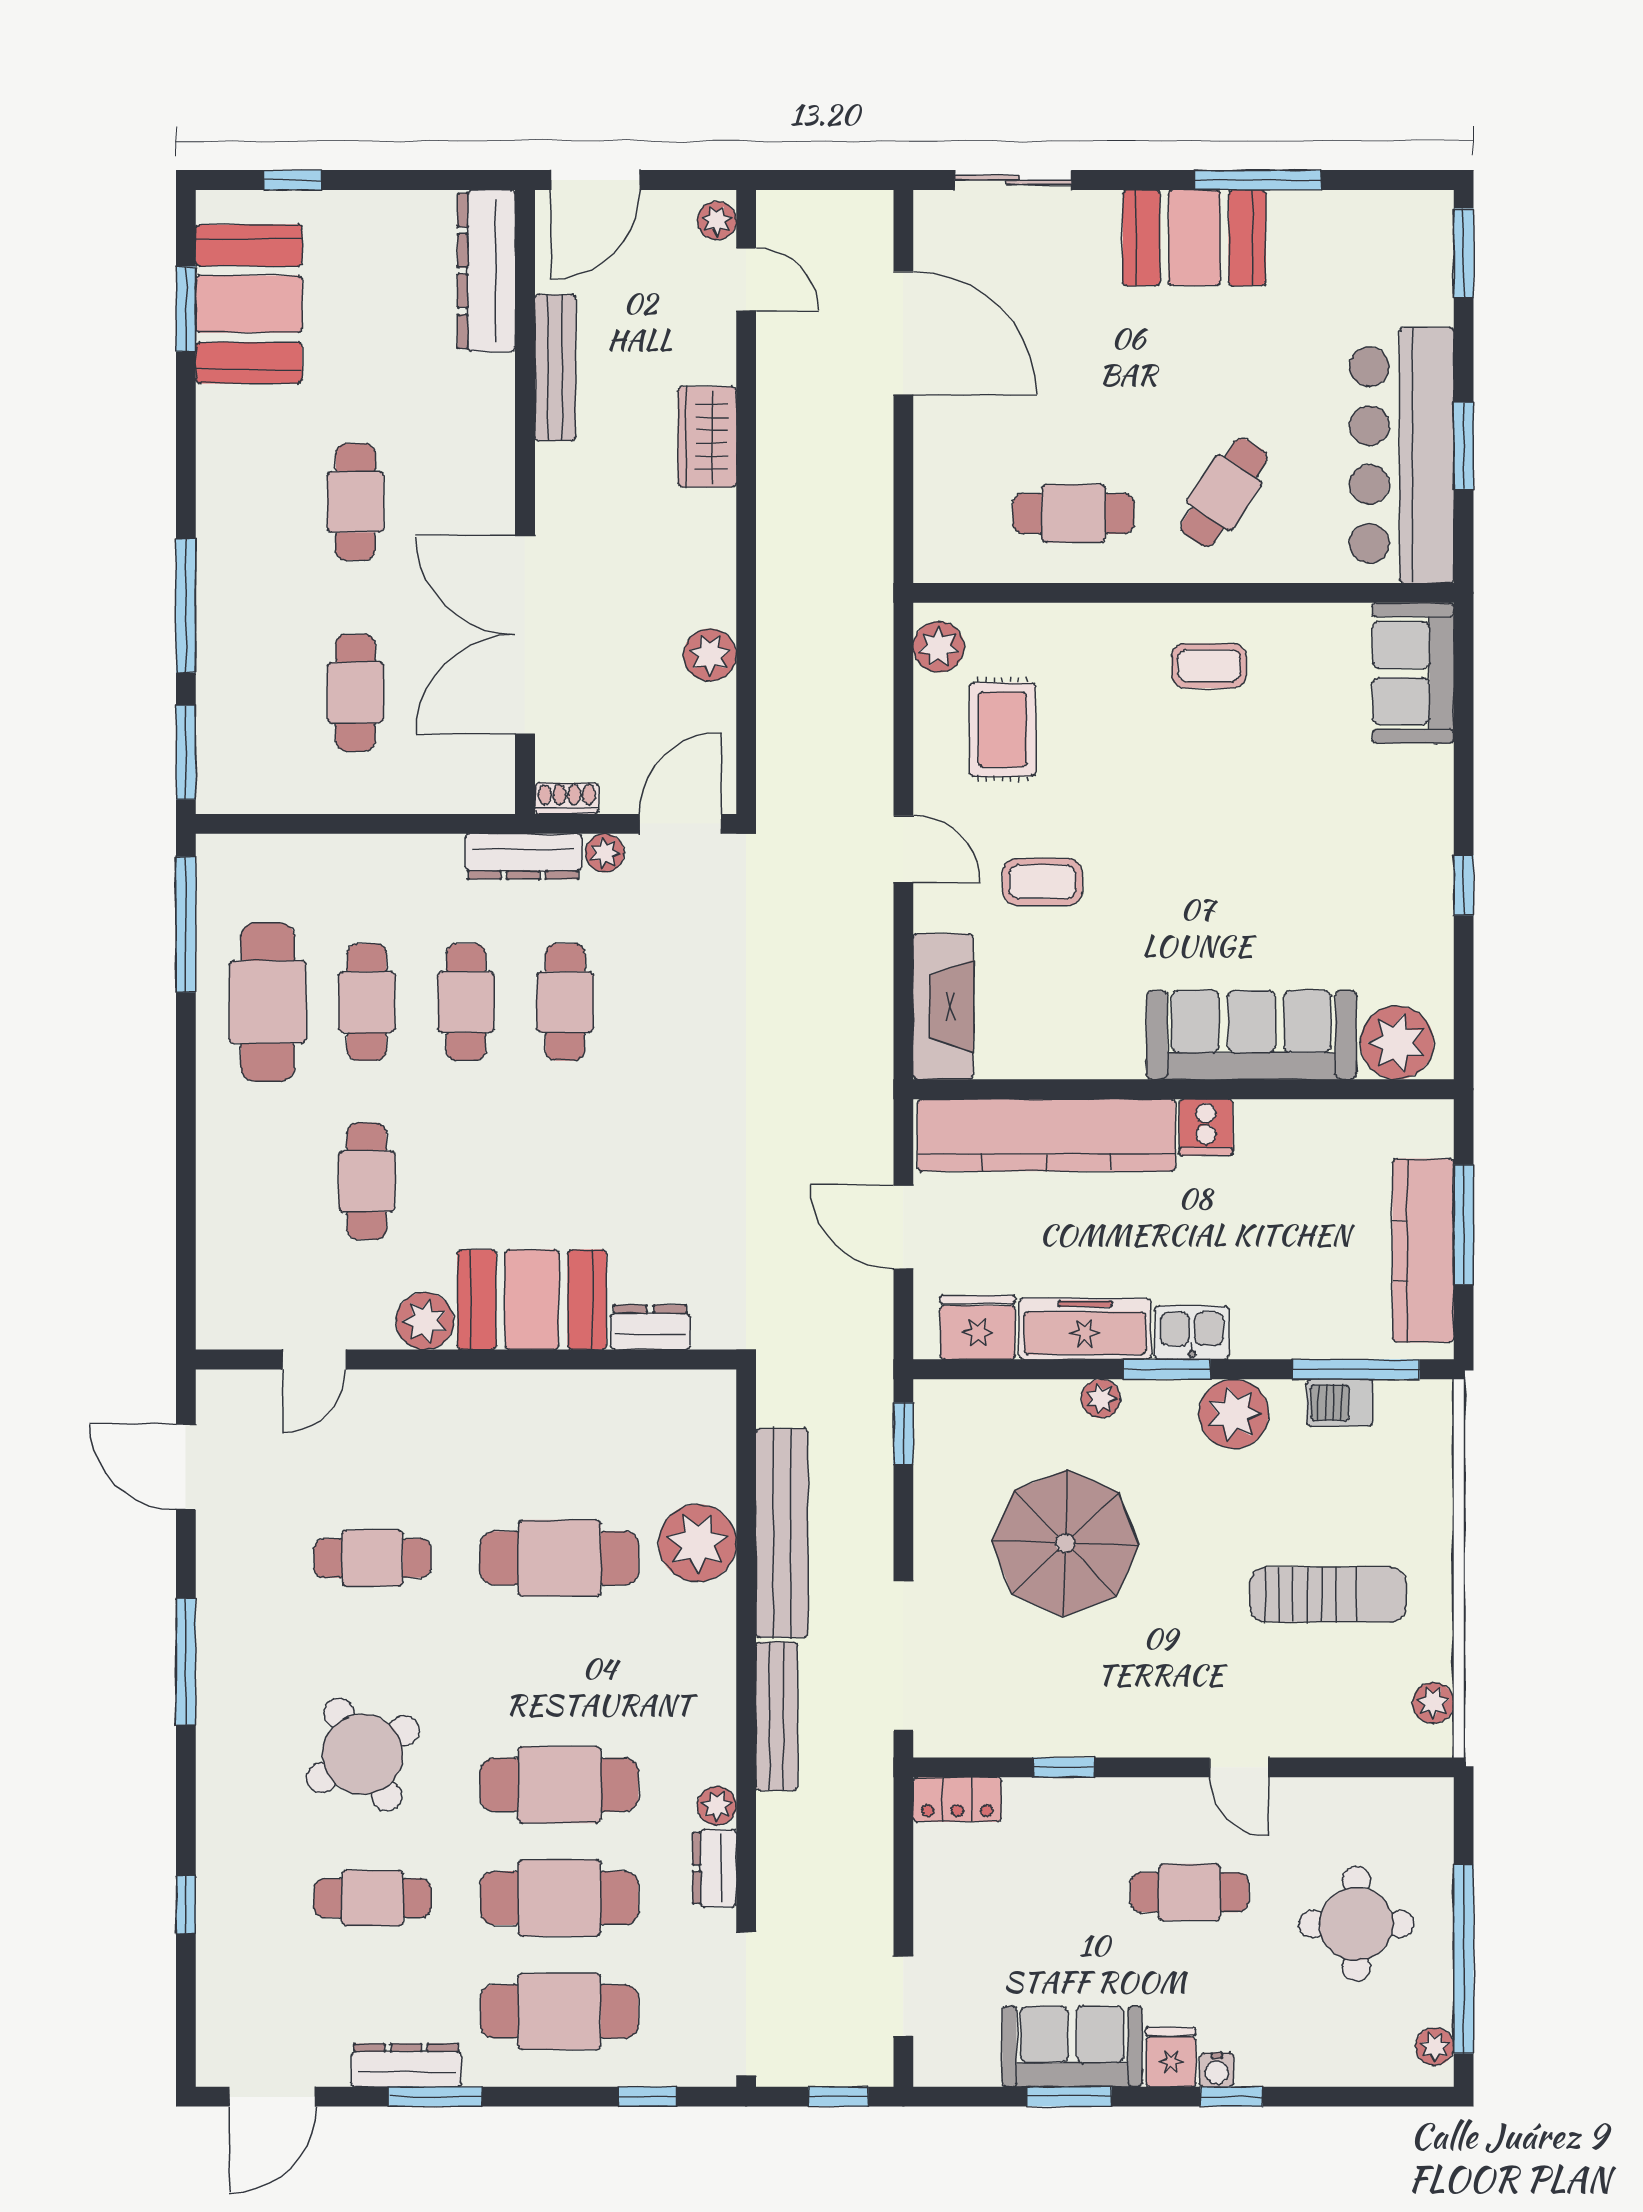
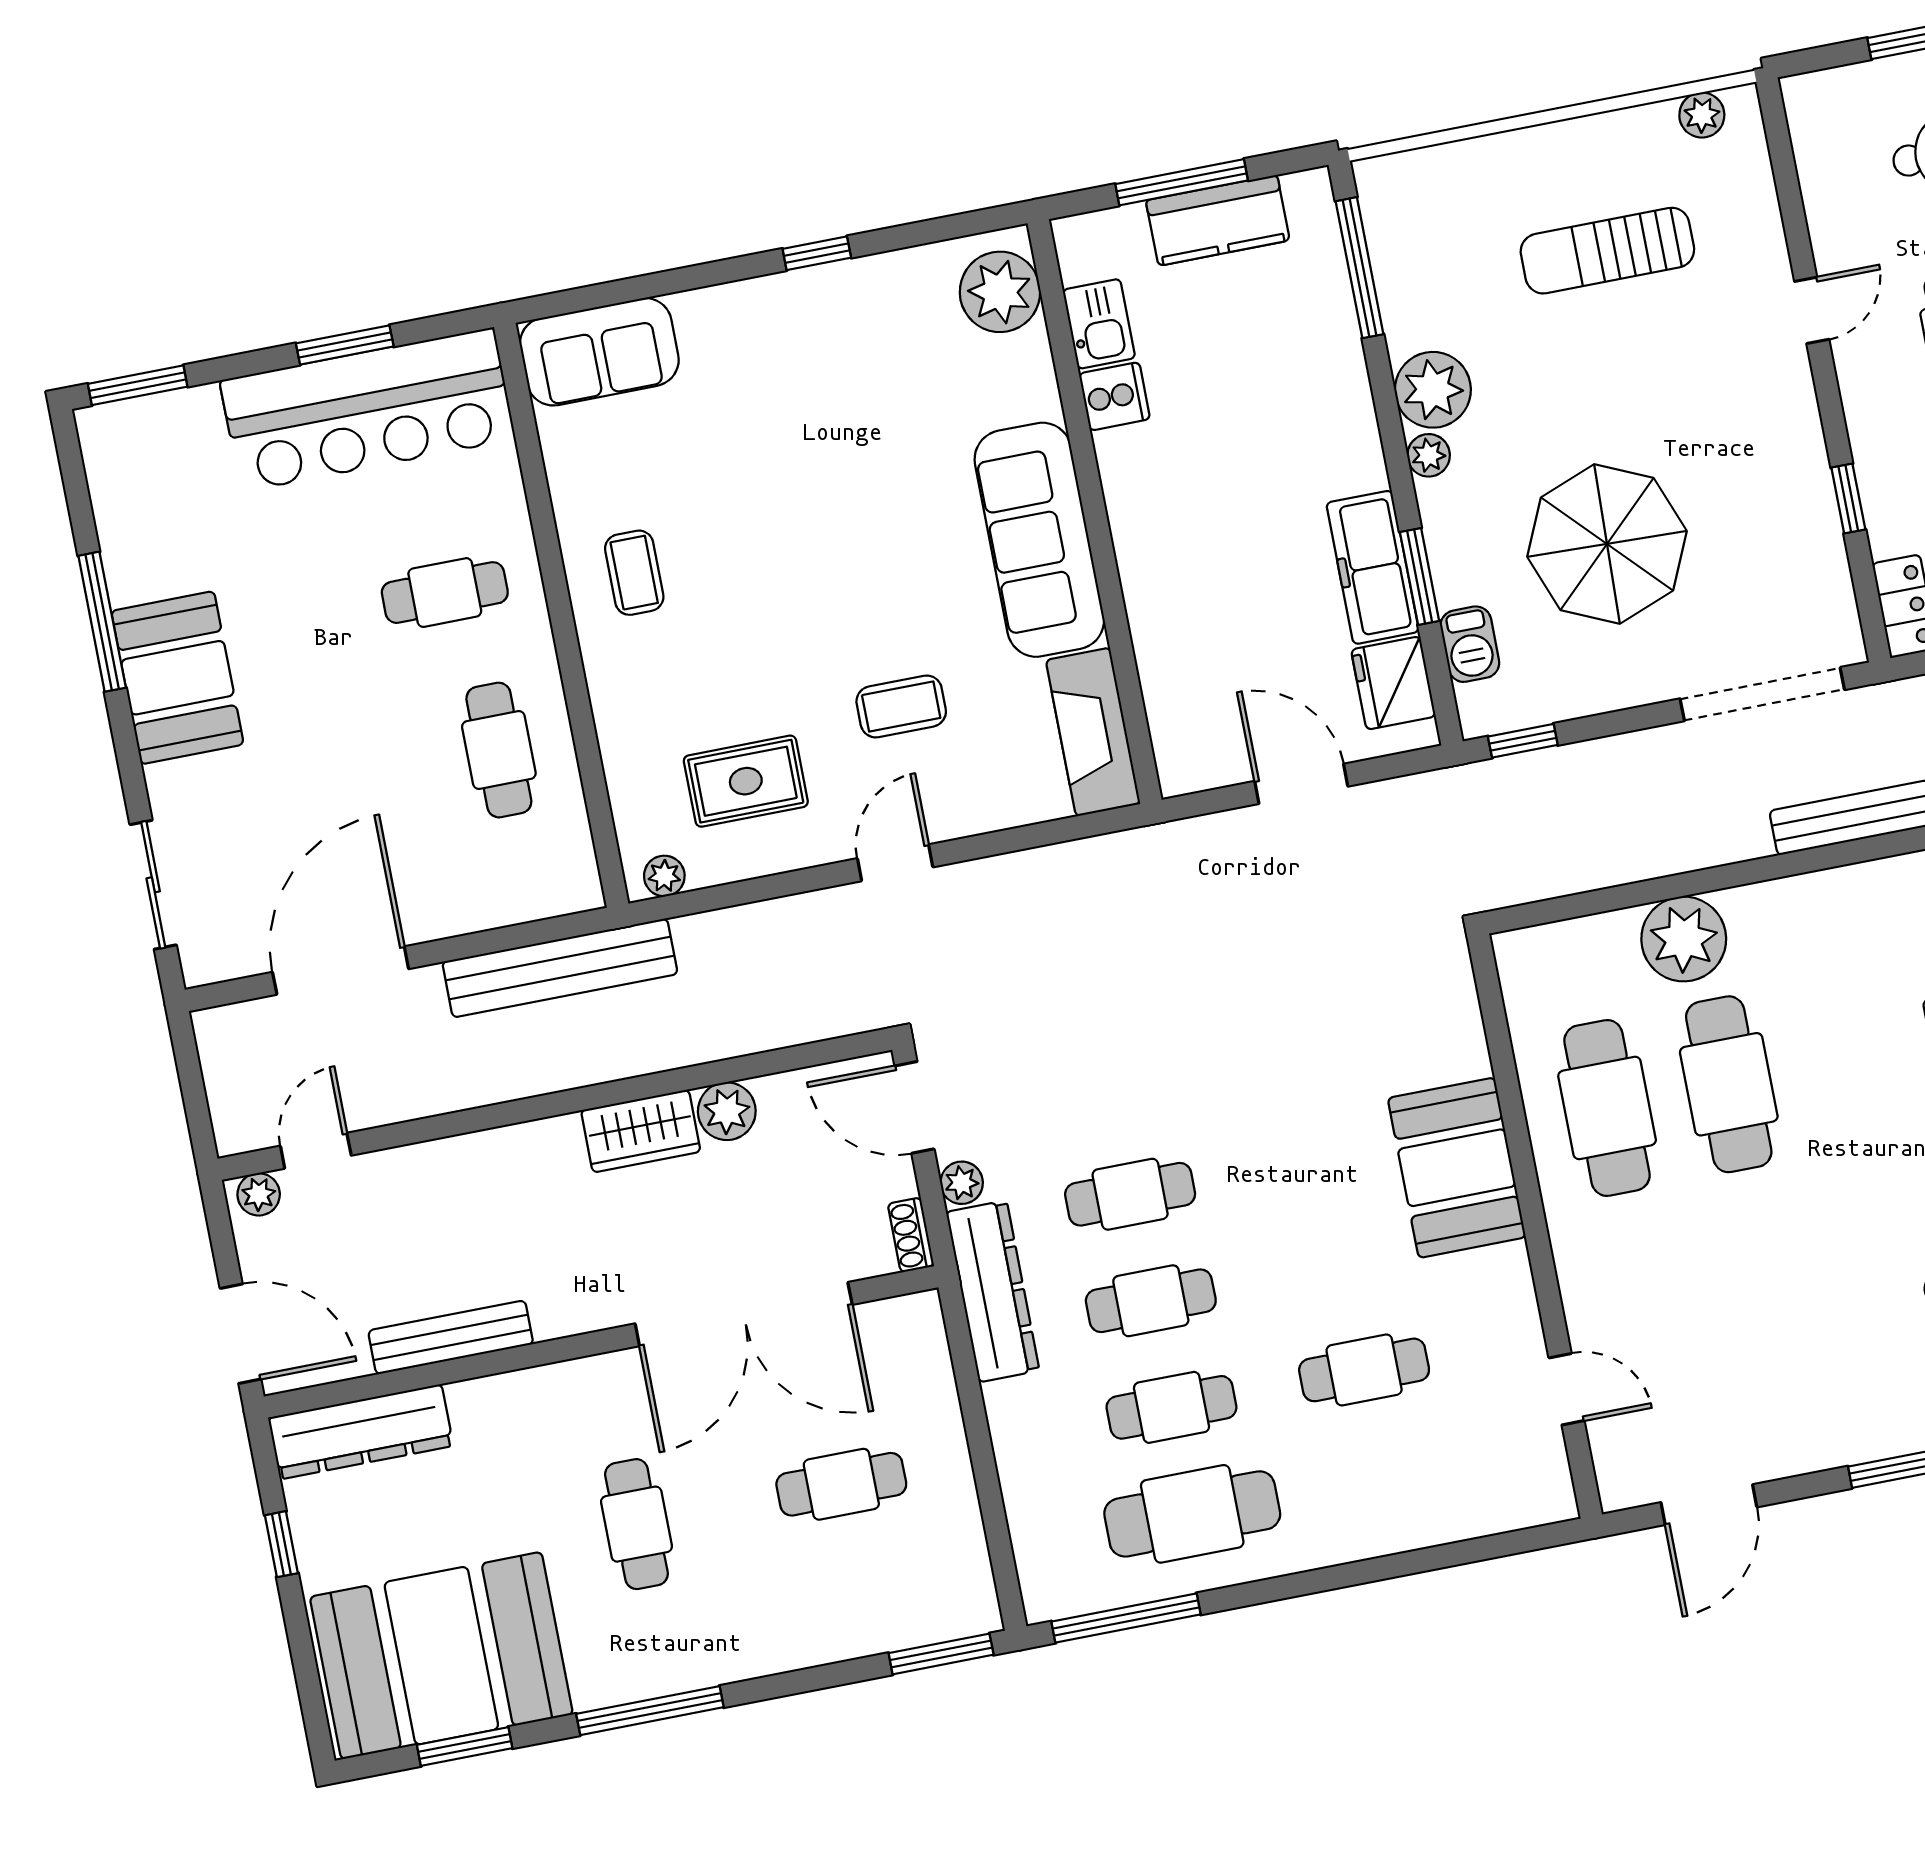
window: (292, 180) -> (281, 1544), moved
booth: (249, 304) -> (441, 1656), width x1.36, depth x1.42
wardrobe: (707, 437) -> (641, 1131), moved
cafe table: (1224, 492) -> (445, 593), turned -33
cafe table: (355, 502) -> (636, 1524), turned 90
window: (186, 606) -> (650, 1711), moved
plant: (939, 647) -> (664, 876), width x0.73, depth x0.73
dresser: (523, 856) -> (993, 1291), width x1.37, depth x1.24
coffee table: (1042, 882) -> (901, 706), turned 90
fireplace: (943, 1006) -> (1093, 732), moved, turned -90
sofa: (1251, 1035) -> (1039, 540), moved
cooker: (1206, 1127) -> (1115, 396), moved
kitchen counter: (1046, 1135) -> (1173, 649), removed
door: (903, 1227) -> (1301, 784), swing flipped
kitchen counter: (1423, 1250) -> (1218, 220), width x0.67
plant: (425, 1321) -> (1502, 1278), removed
dresser: (650, 1327) -> (1462, 1035), removed
kitchen sink: (1192, 1333) -> (1099, 324), moved, turned 180
window: (1167, 1369) -> (1420, 576), moved
plant: (1101, 1399) -> (1429, 455), moved
barbecue: (1340, 1403) -> (1470, 644), moved
bench: (782, 1533) -> (560, 968), moved
cafe table: (373, 1558) -> (1607, 1108), moved, width x1.37, depth x1.35
sun lounger: (1328, 1595) -> (1607, 251), turned -90

